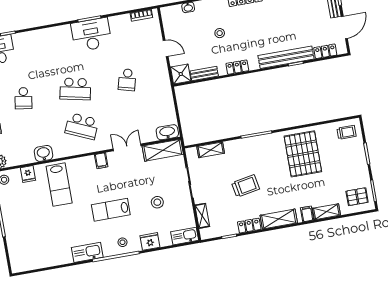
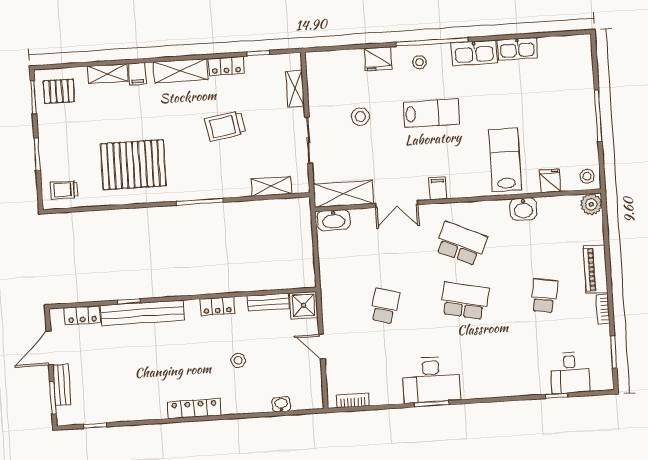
pallet: (303, 154) -> (133, 165), turned 90
kitchen sink: (185, 236) -> (517, 49), moved

